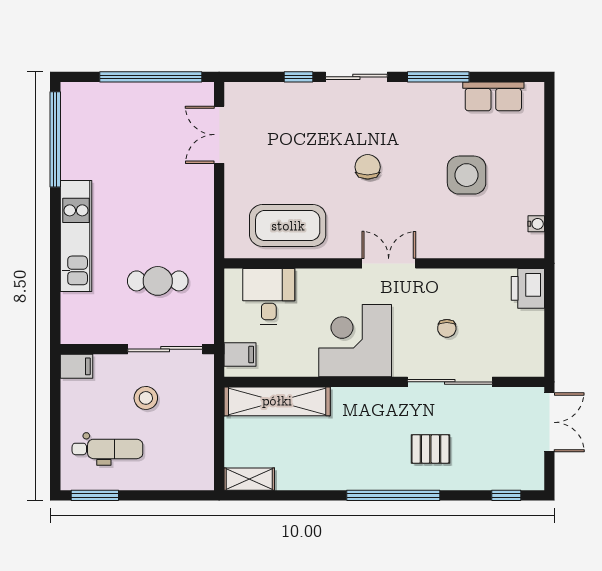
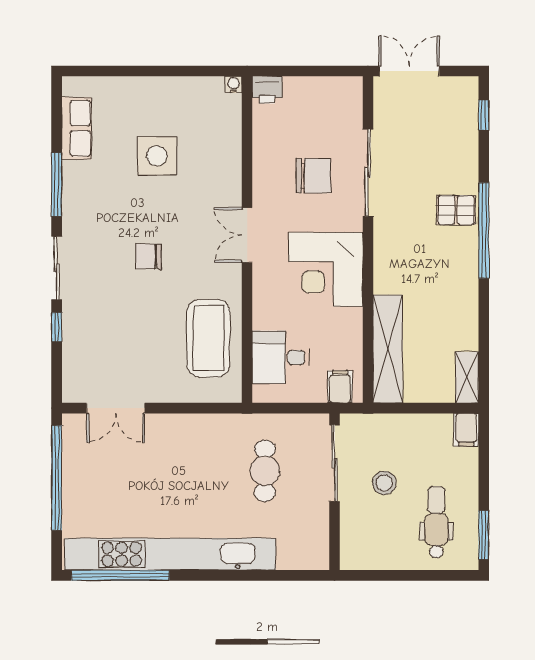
water cooler: (536, 224) -> (234, 84), moved
kitchen unit: (76, 236) -> (170, 554), width x1.86
printer: (528, 288) -> (267, 90), width x0.73, depth x0.81
chair: (447, 328) -> (313, 176), width x1.87, depth x1.87
filing cabinet: (76, 366) -> (466, 430), moved, turned 180
pallet: (430, 449) -> (456, 210), moved, turned 90

